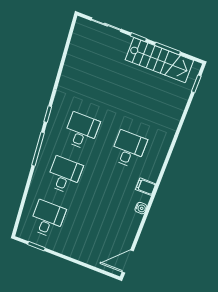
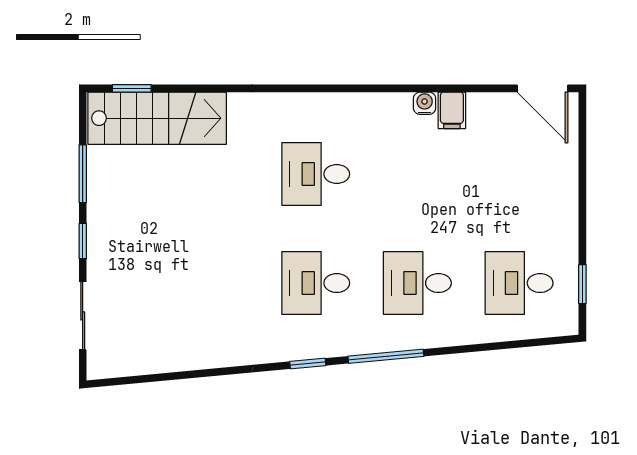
stairs: (159, 60) -> (157, 118), moved, turned 90
filing cabinet: (146, 187) -> (452, 110), moved

